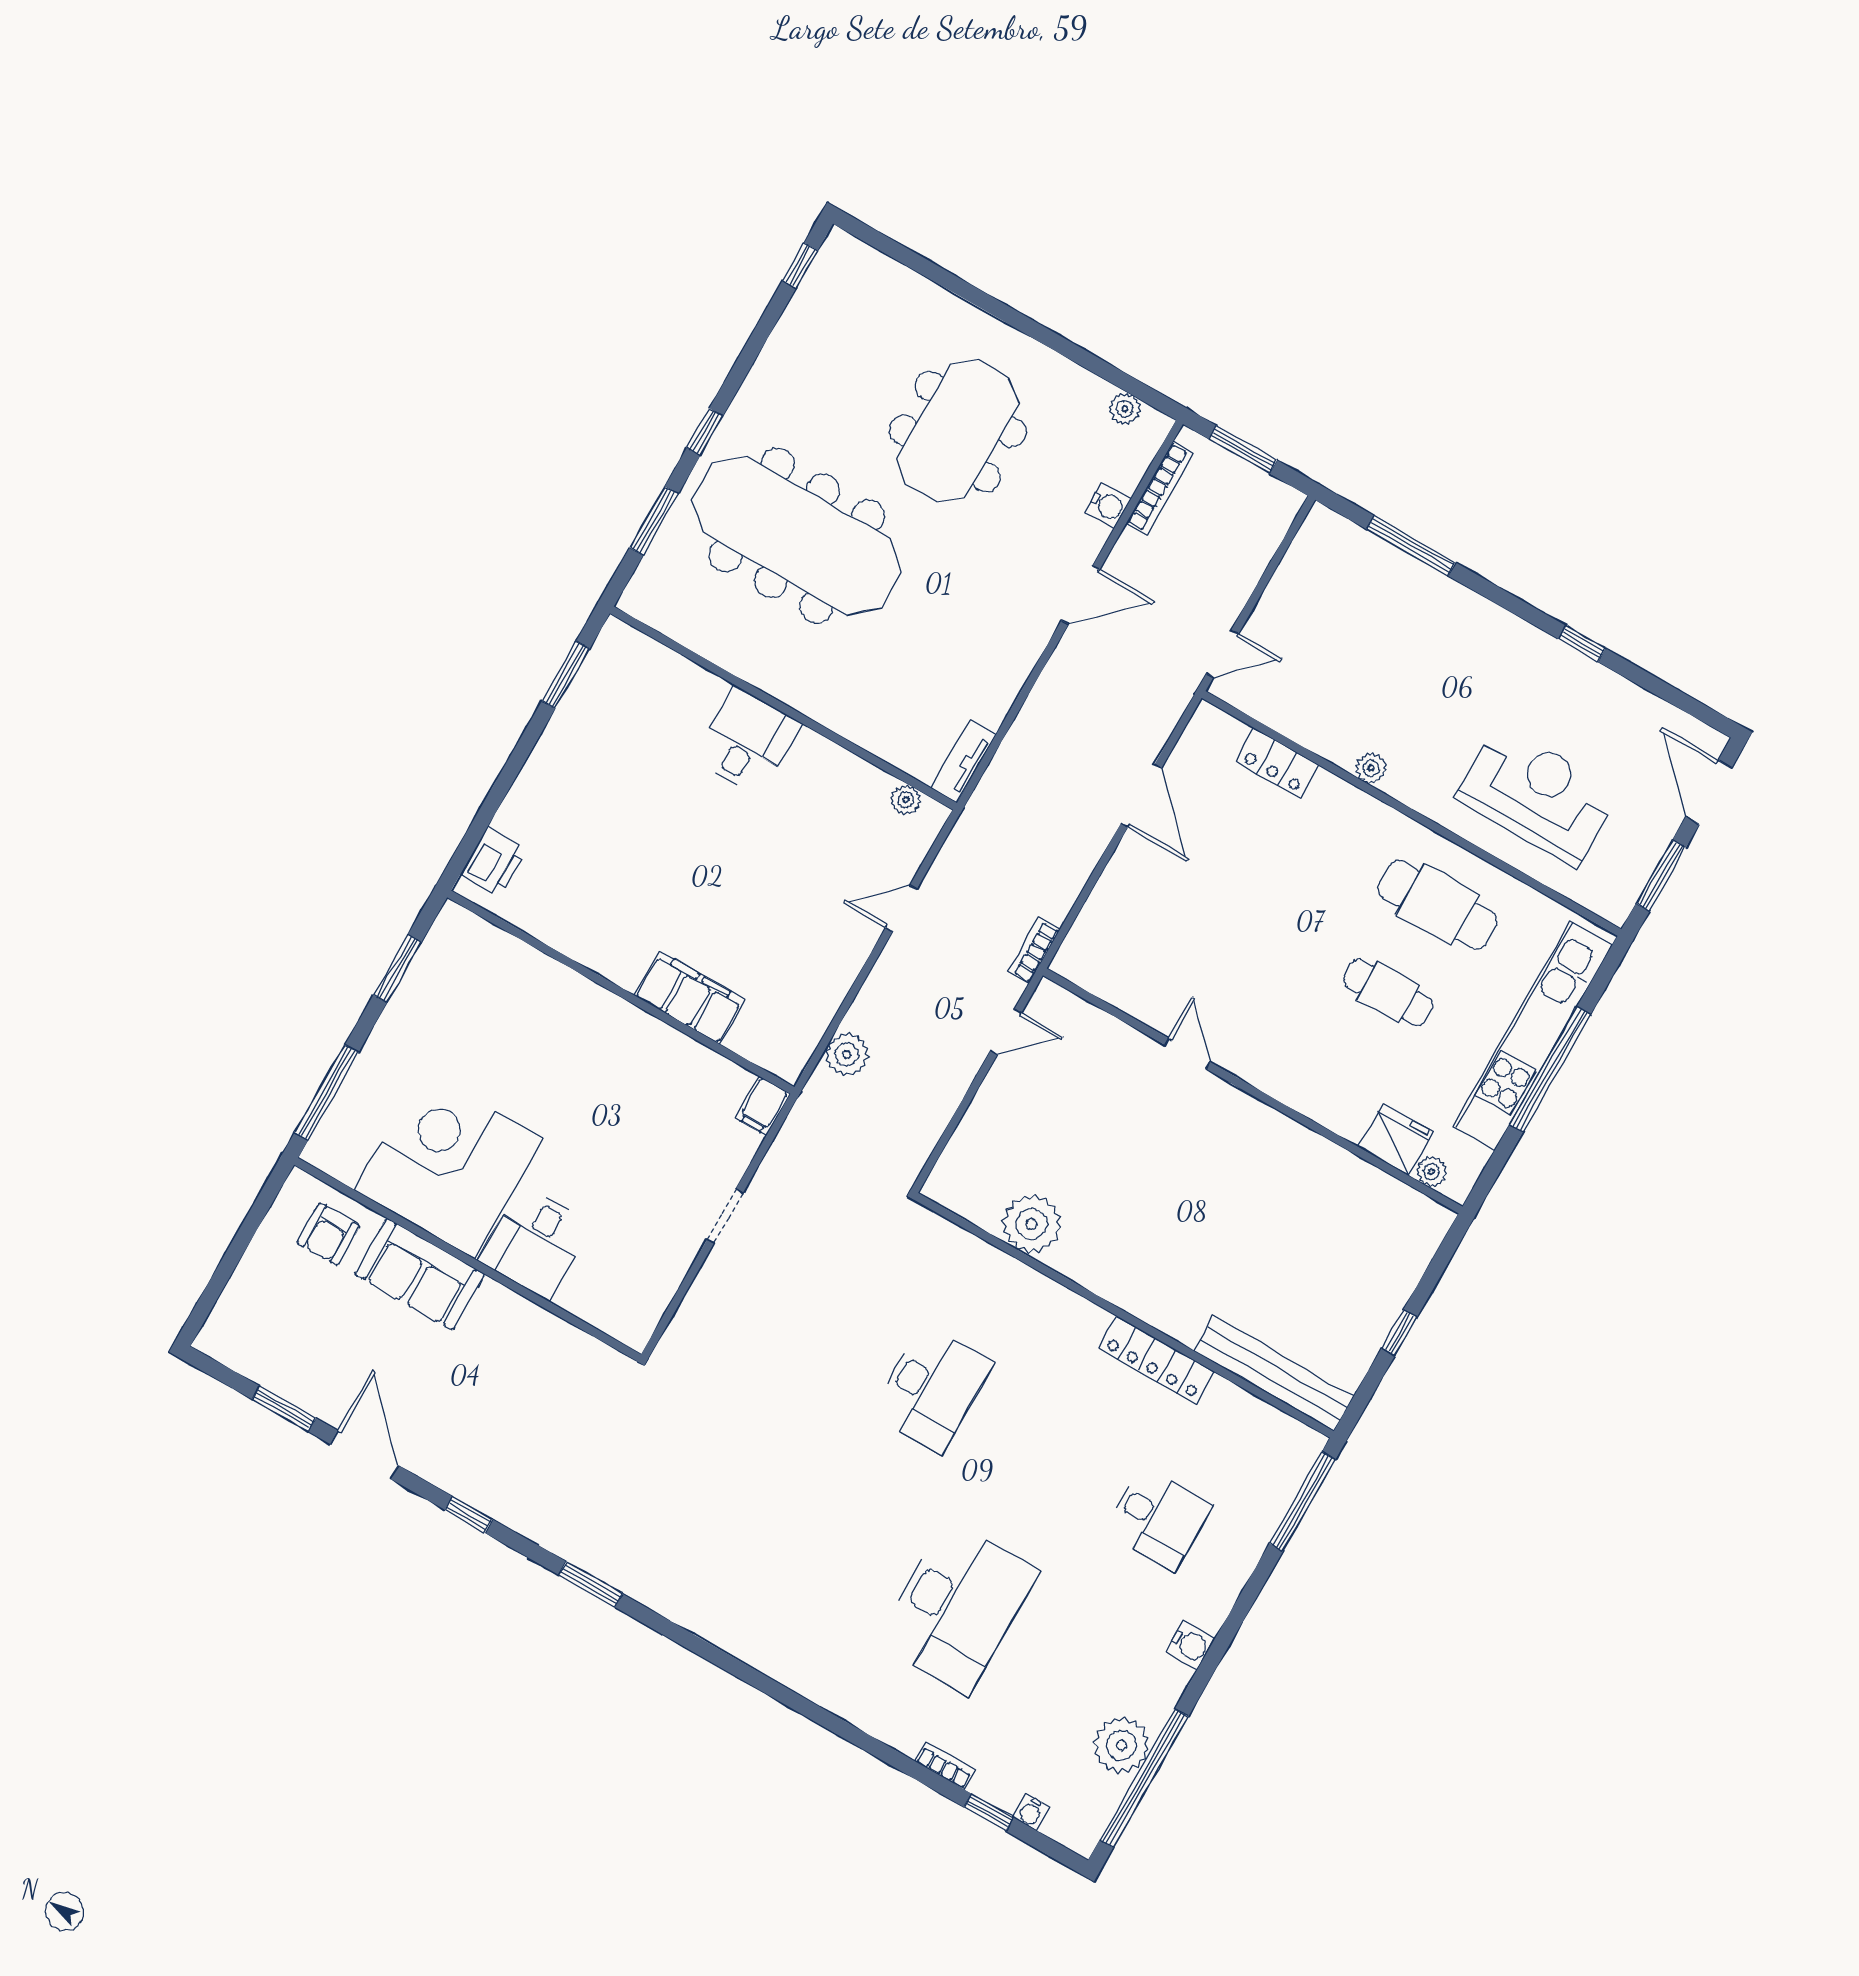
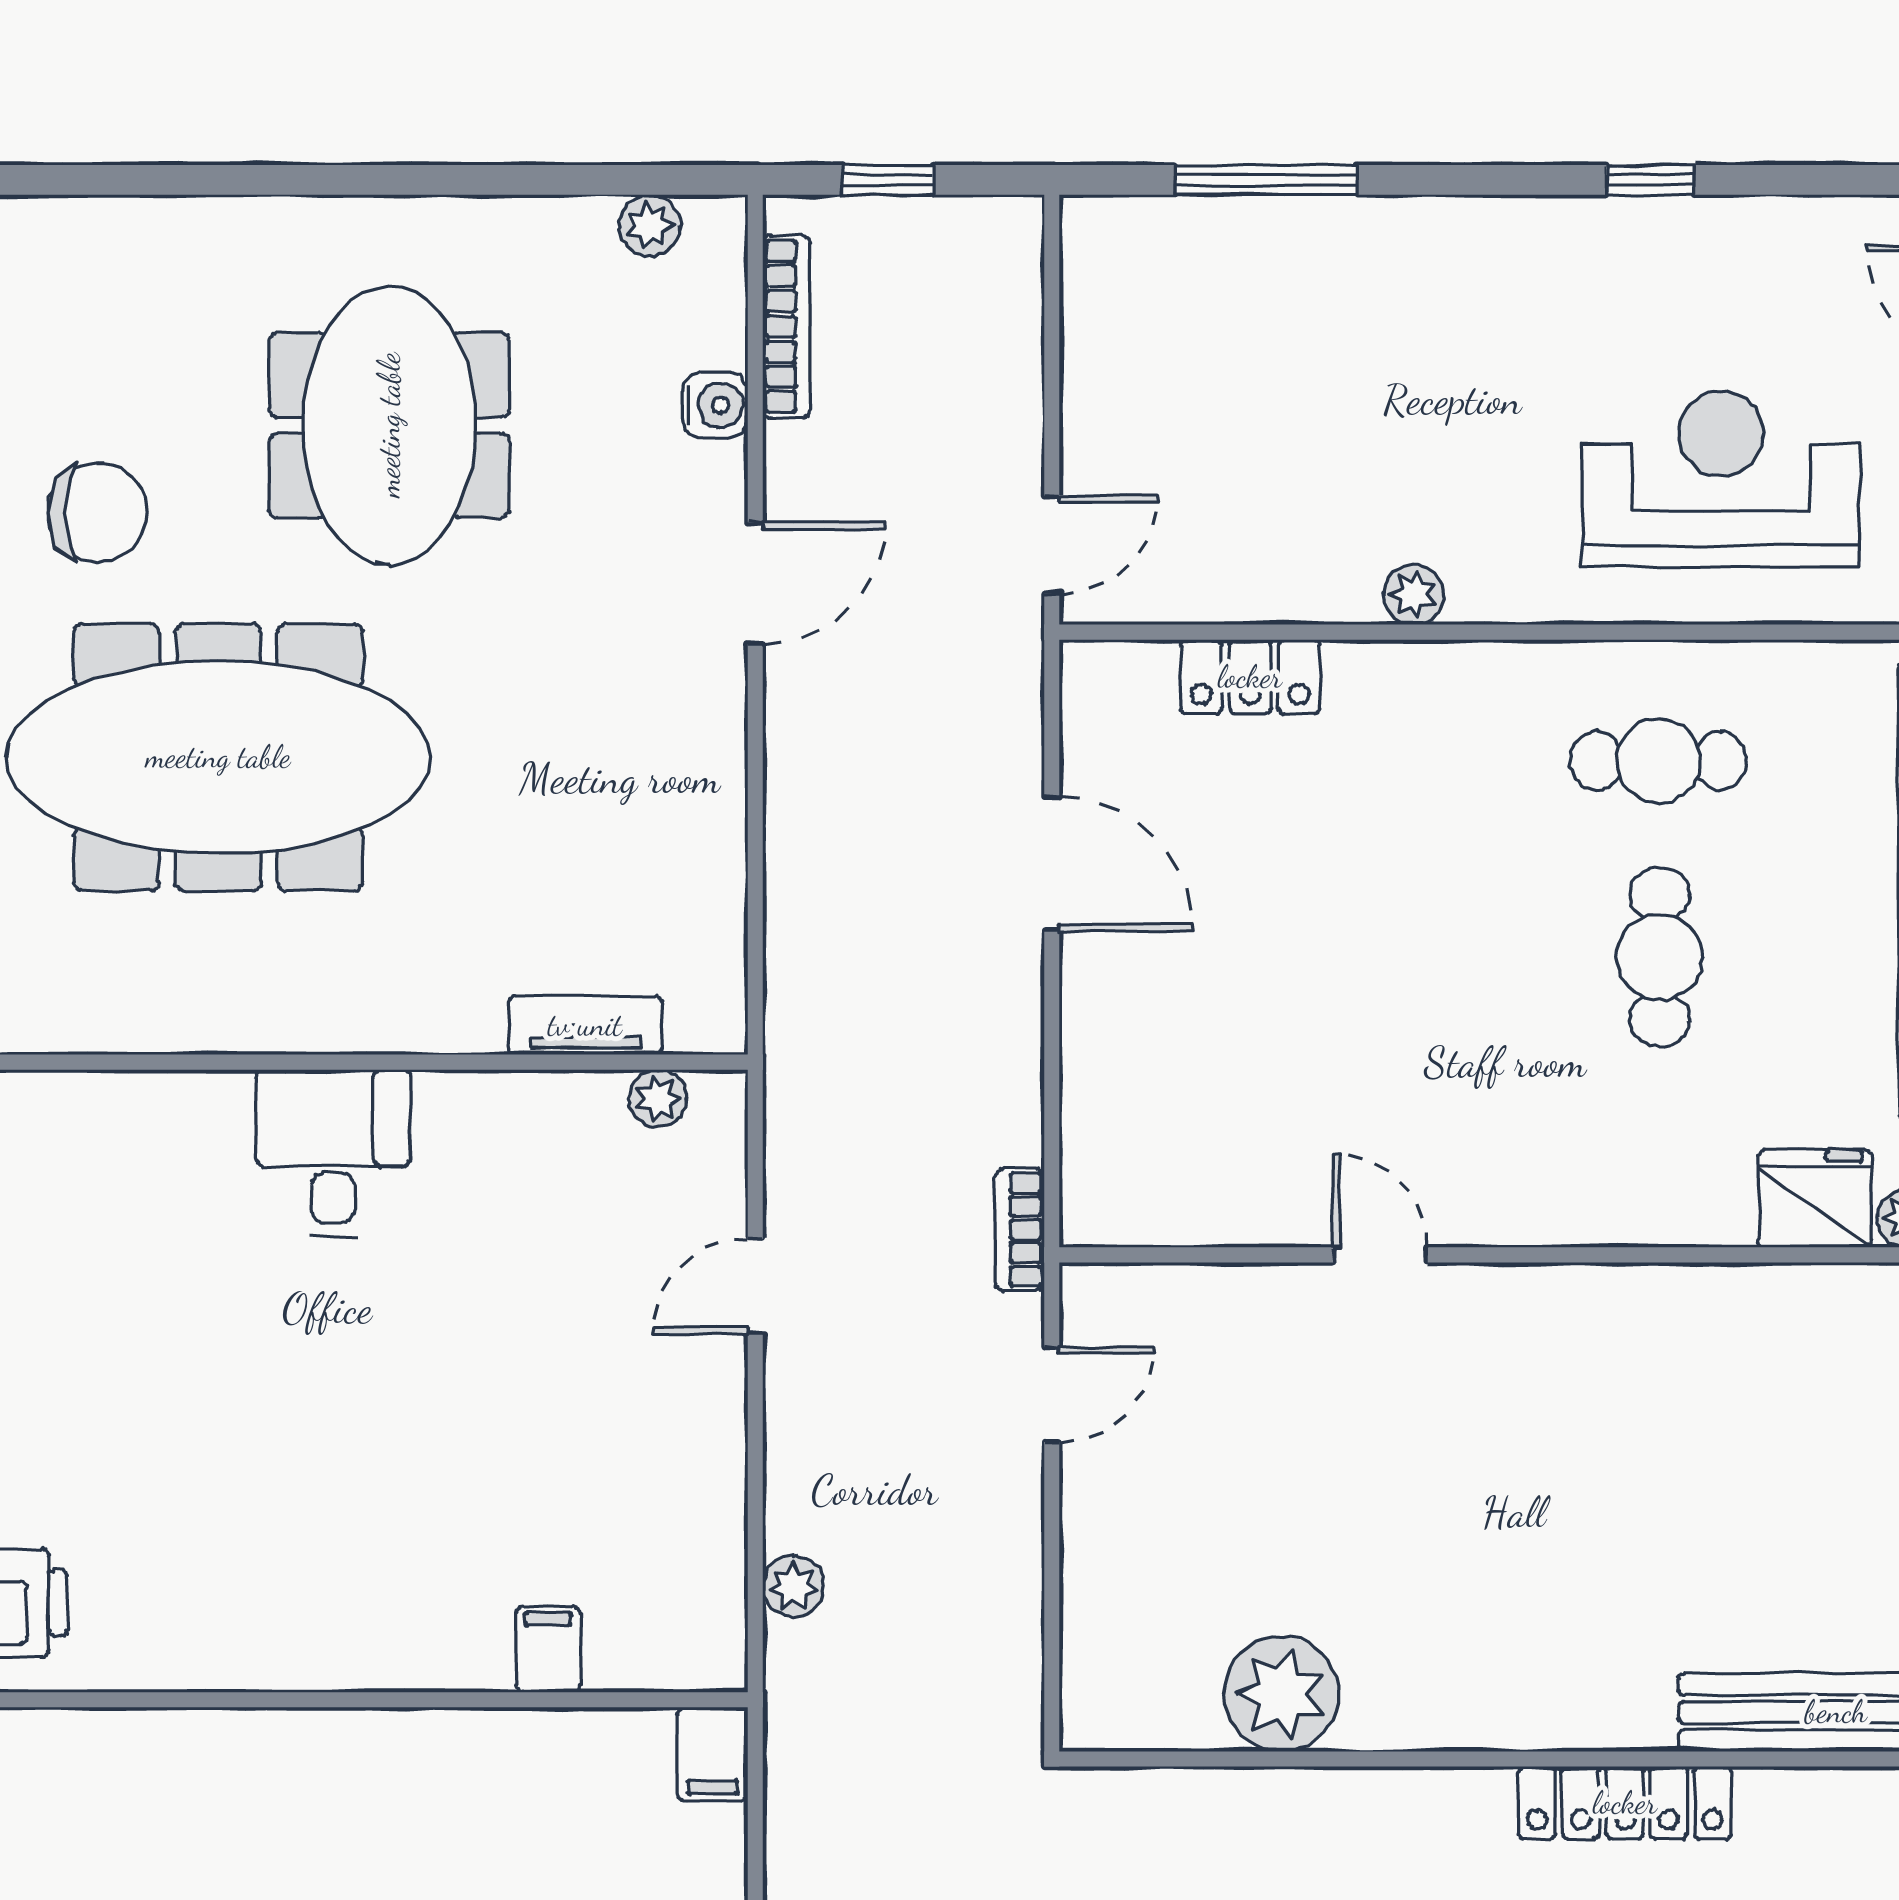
chair: (806, 396) -> (97, 512), added
window: (1243, 449) -> (889, 180), width x0.67
tv unit: (964, 761) -> (585, 1025), moved, turned 90
cafe table: (1438, 905) -> (1659, 761), width x0.73, depth x0.74
cafe table: (1388, 992) -> (1660, 957), turned 90
filing cabinet: (689, 997) -> (548, 1649), width x0.33, depth x0.86
plant: (847, 1054) -> (793, 1586), width x0.73, depth x0.73

